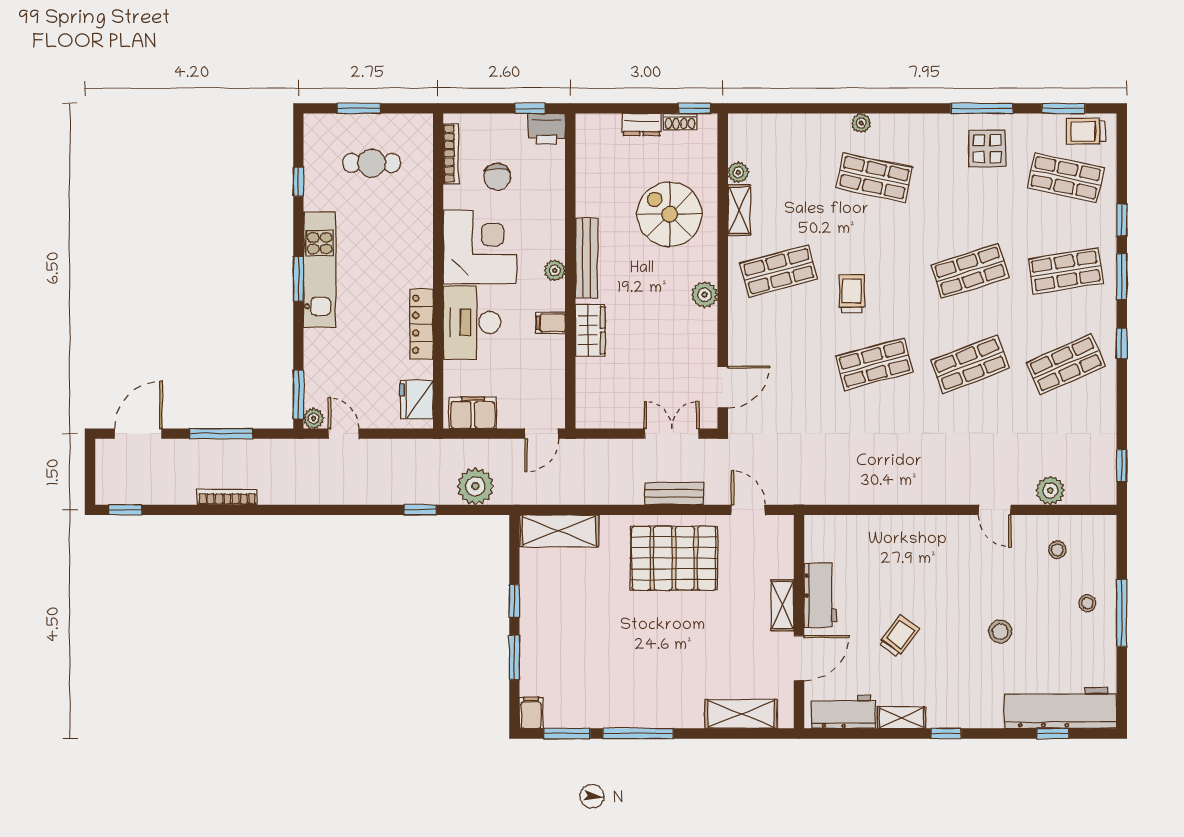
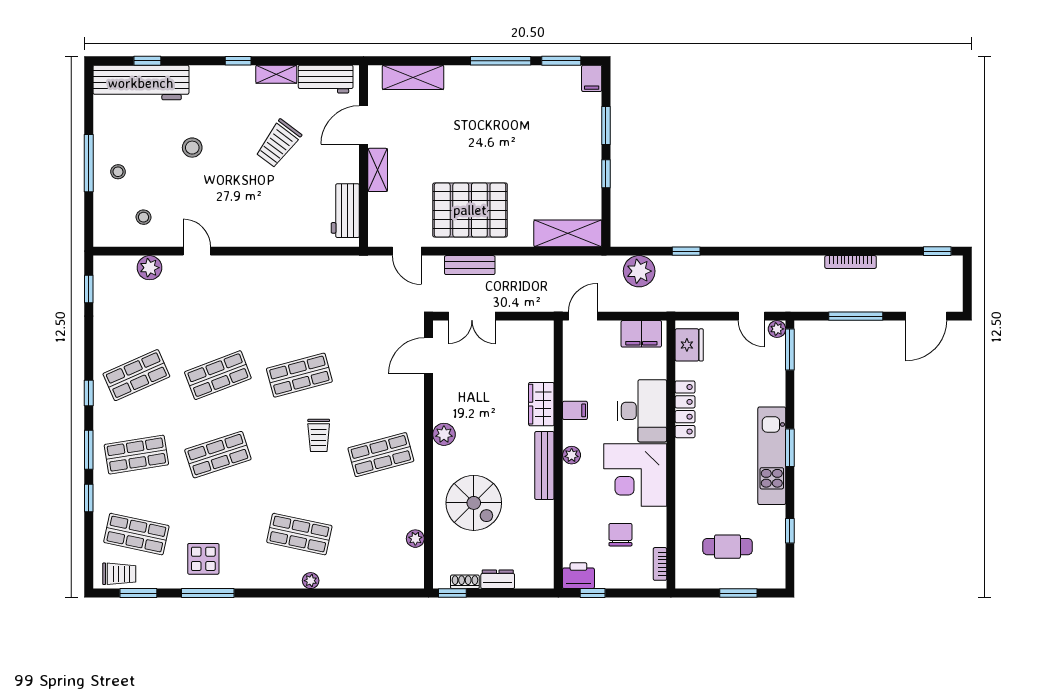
bookcase: (451, 153) -> (660, 564), width x0.64
shelving: (739, 210) -> (414, 506), removed
workbench: (820, 595) -> (345, 211), moved
trolley: (899, 636) -> (278, 144), width x1.36, depth x1.39

